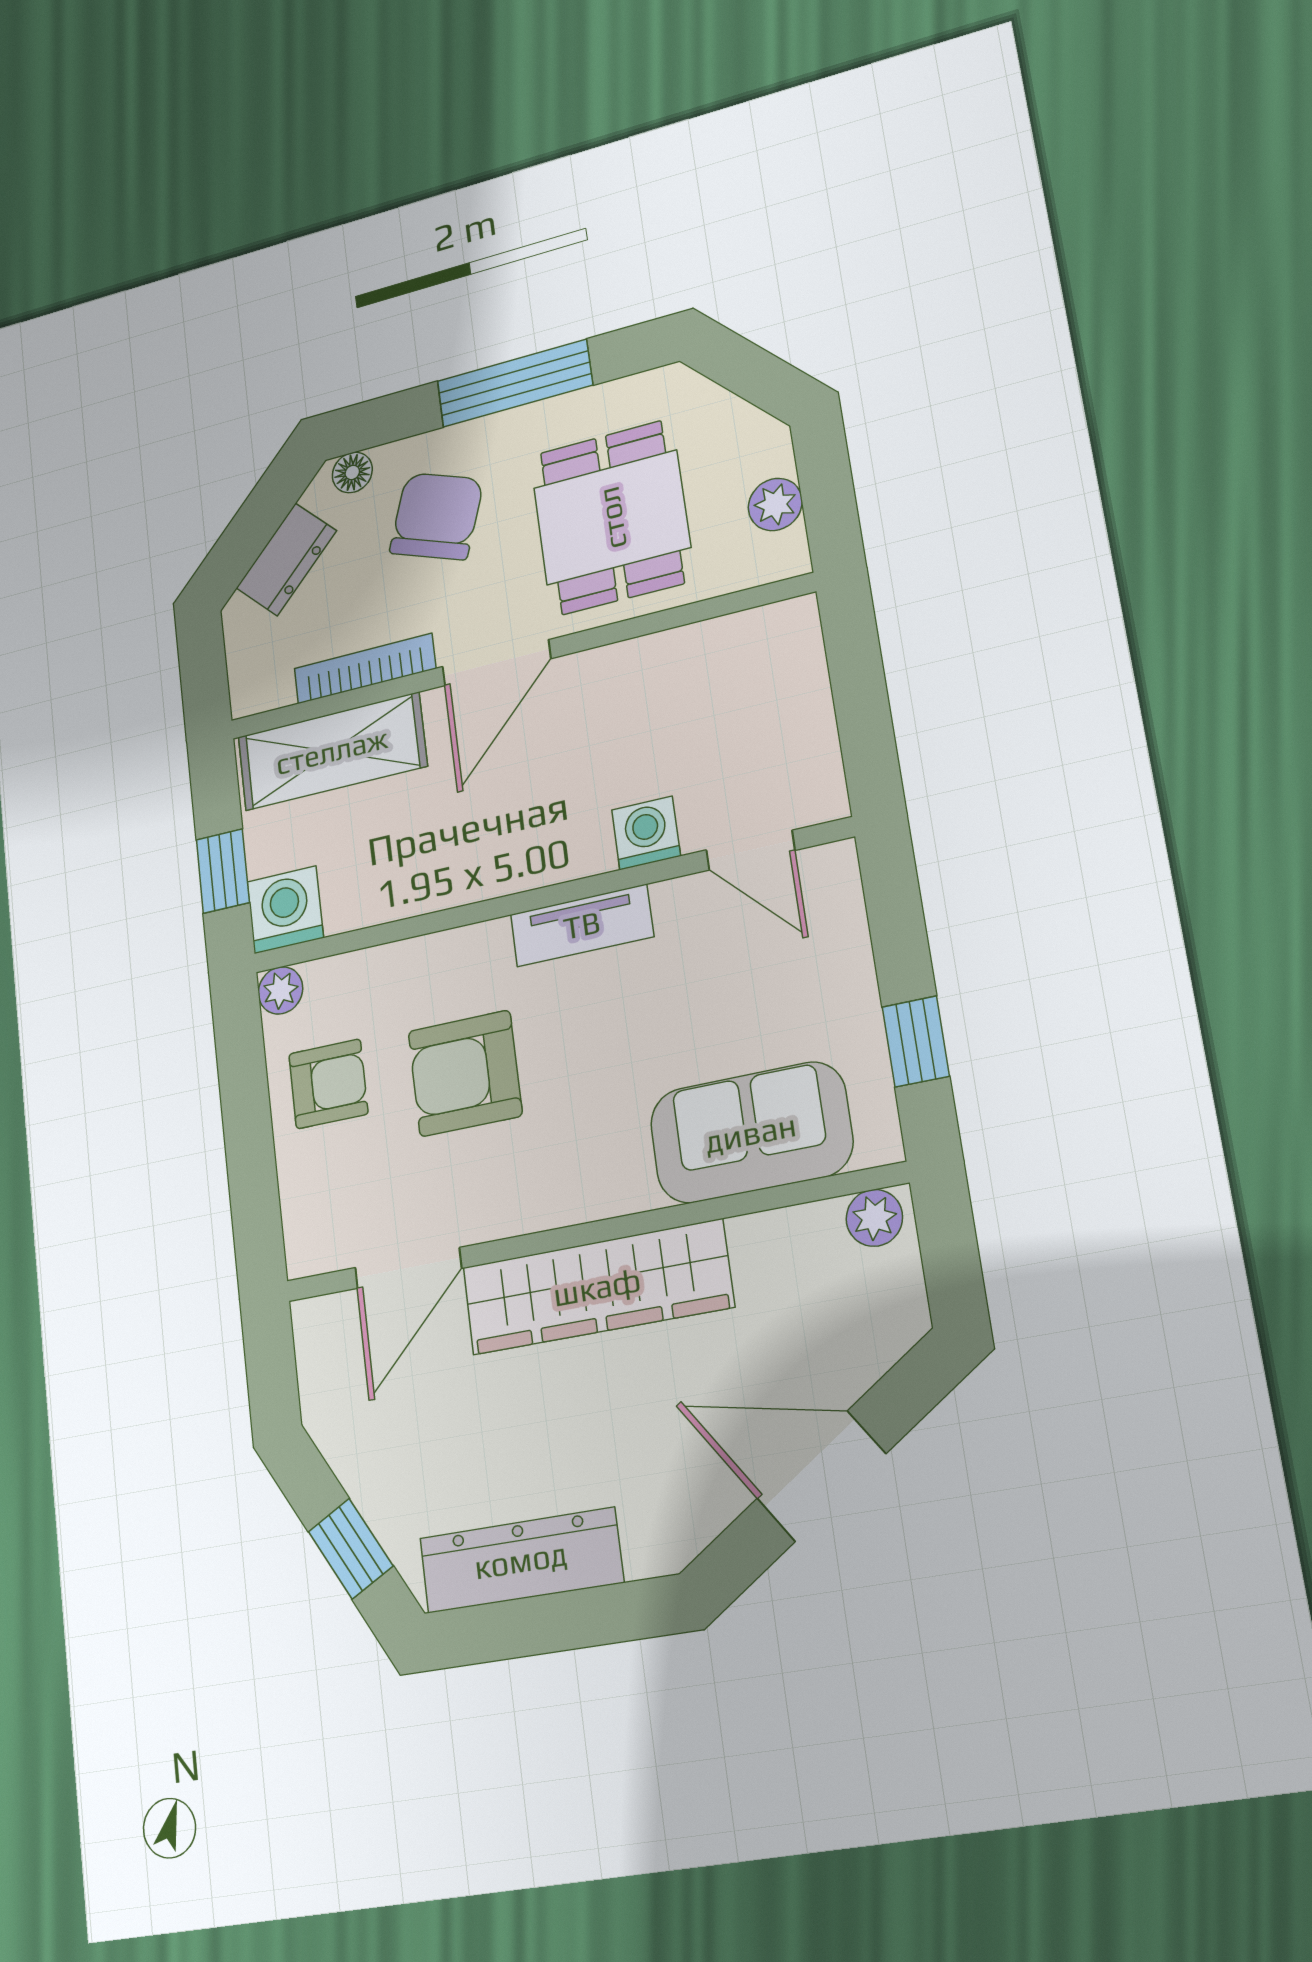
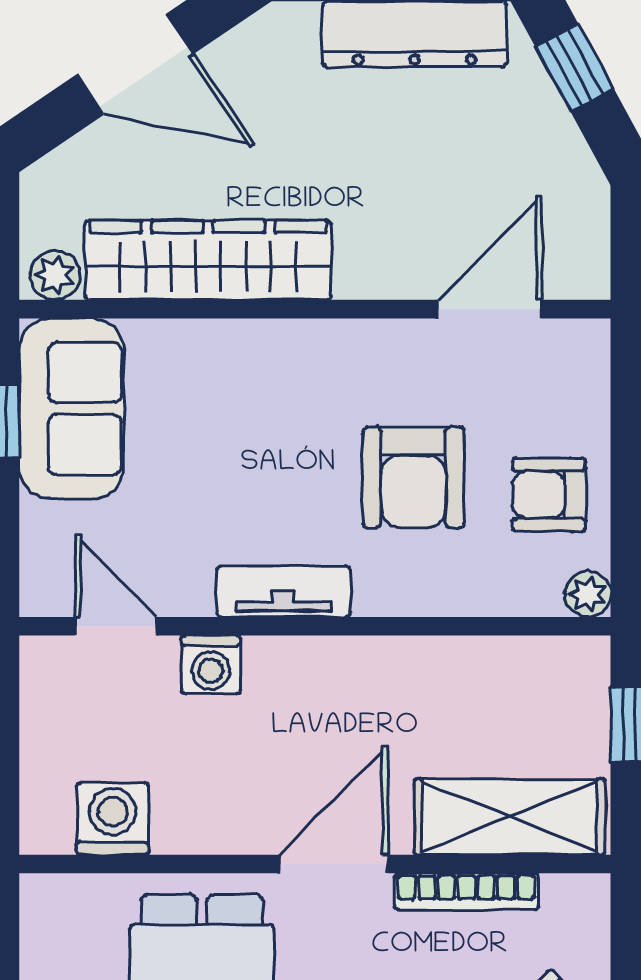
plant: (775, 504) -> (45, 949), removed
washing machine: (285, 910) -> (113, 819), moved, turned 180
armchair: (465, 1073) -> (413, 477), turned 90
sofa: (751, 1133) -> (71, 408), moved, turned -90
wardrobe: (597, 1287) -> (208, 260), moved

